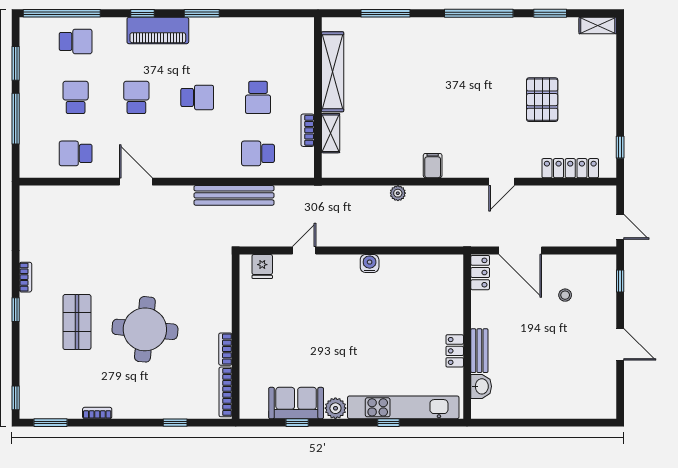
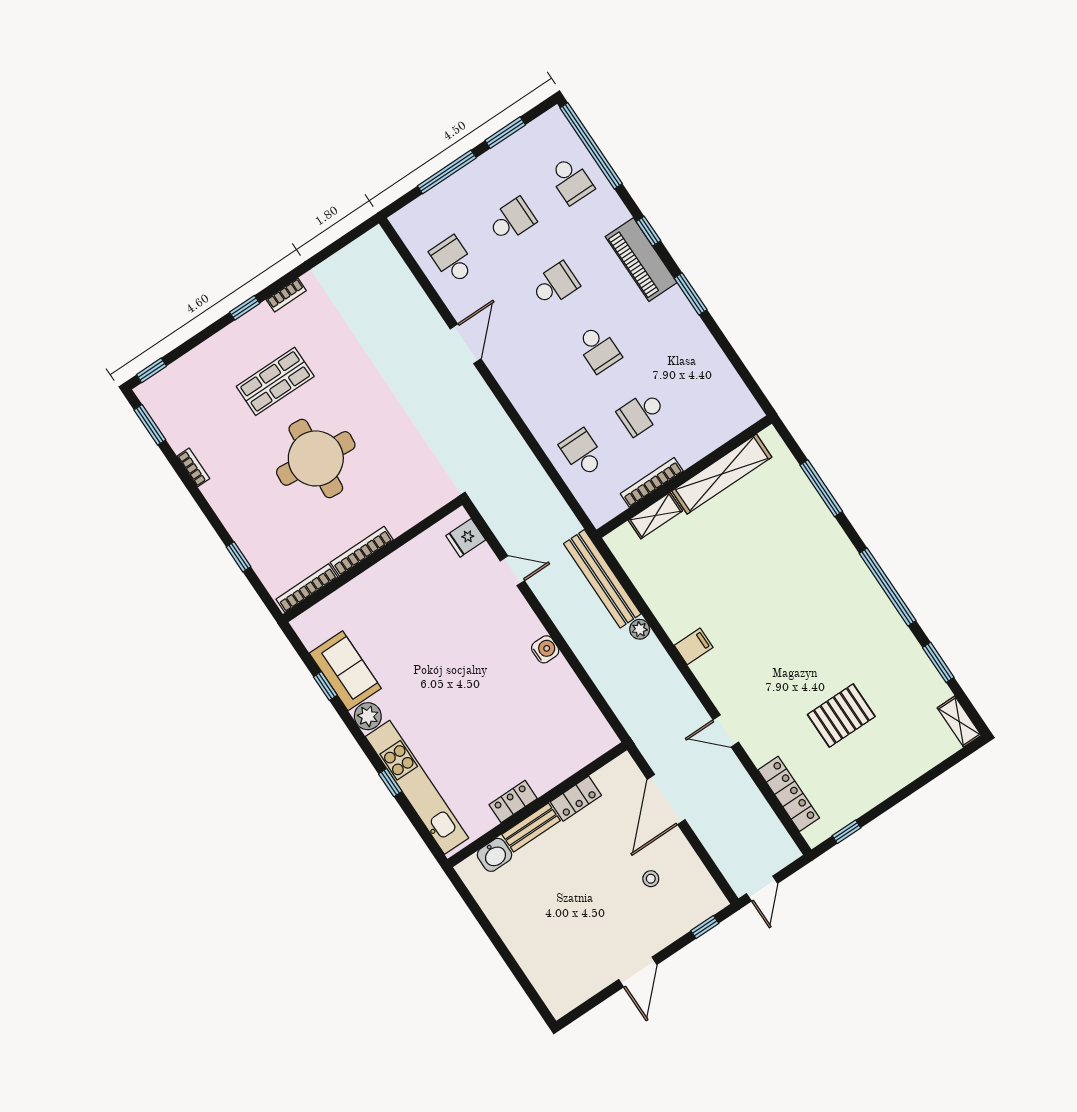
bookcase: (308, 130) -> (652, 482), width x1.56
bench: (234, 195) -> (602, 579), moved
locker: (480, 273) -> (576, 799), moved
bookcase: (225, 349) -> (362, 551), width x1.56

